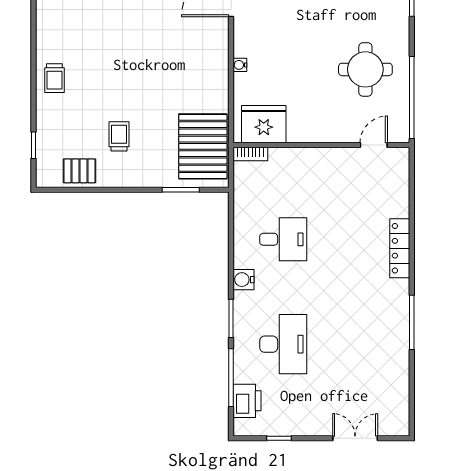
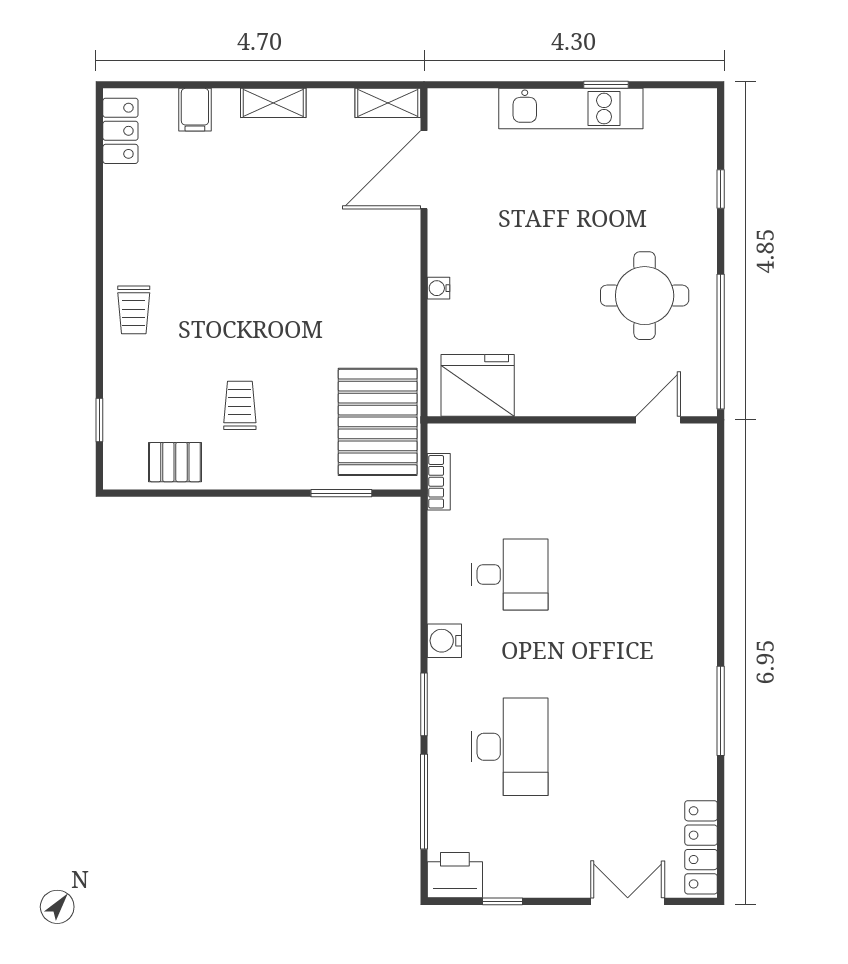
bookcase: (250, 154) -> (439, 482), moved, turned -90
locker: (400, 248) -> (701, 847), moved
printer: (247, 401) -> (455, 875), moved, turned -90

